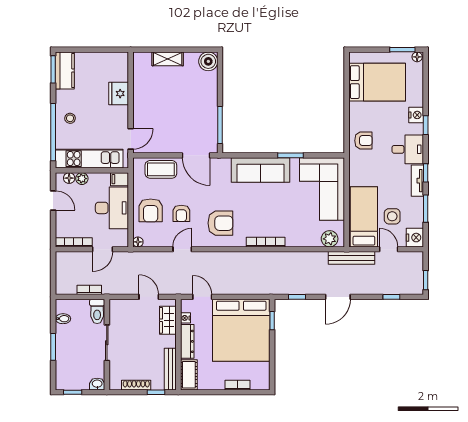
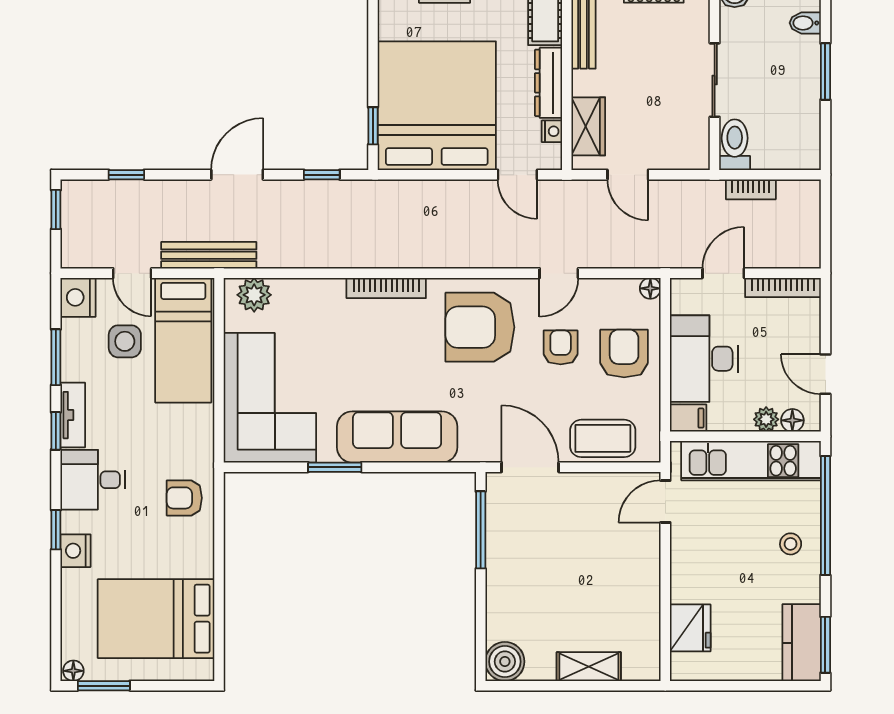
fridge: (119, 94) -> (690, 628), moved
armchair: (220, 223) -> (480, 327), width x1.36, depth x1.36
bidet: (63, 319) -> (805, 23), moved

